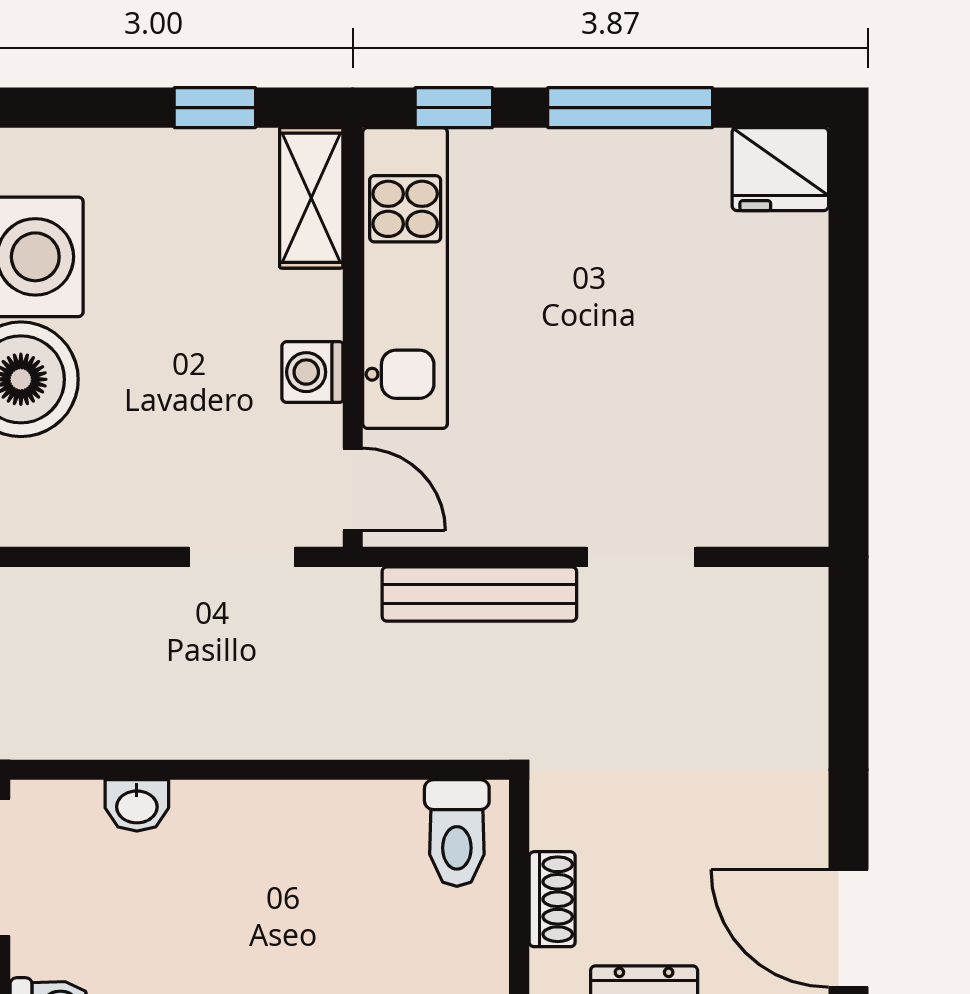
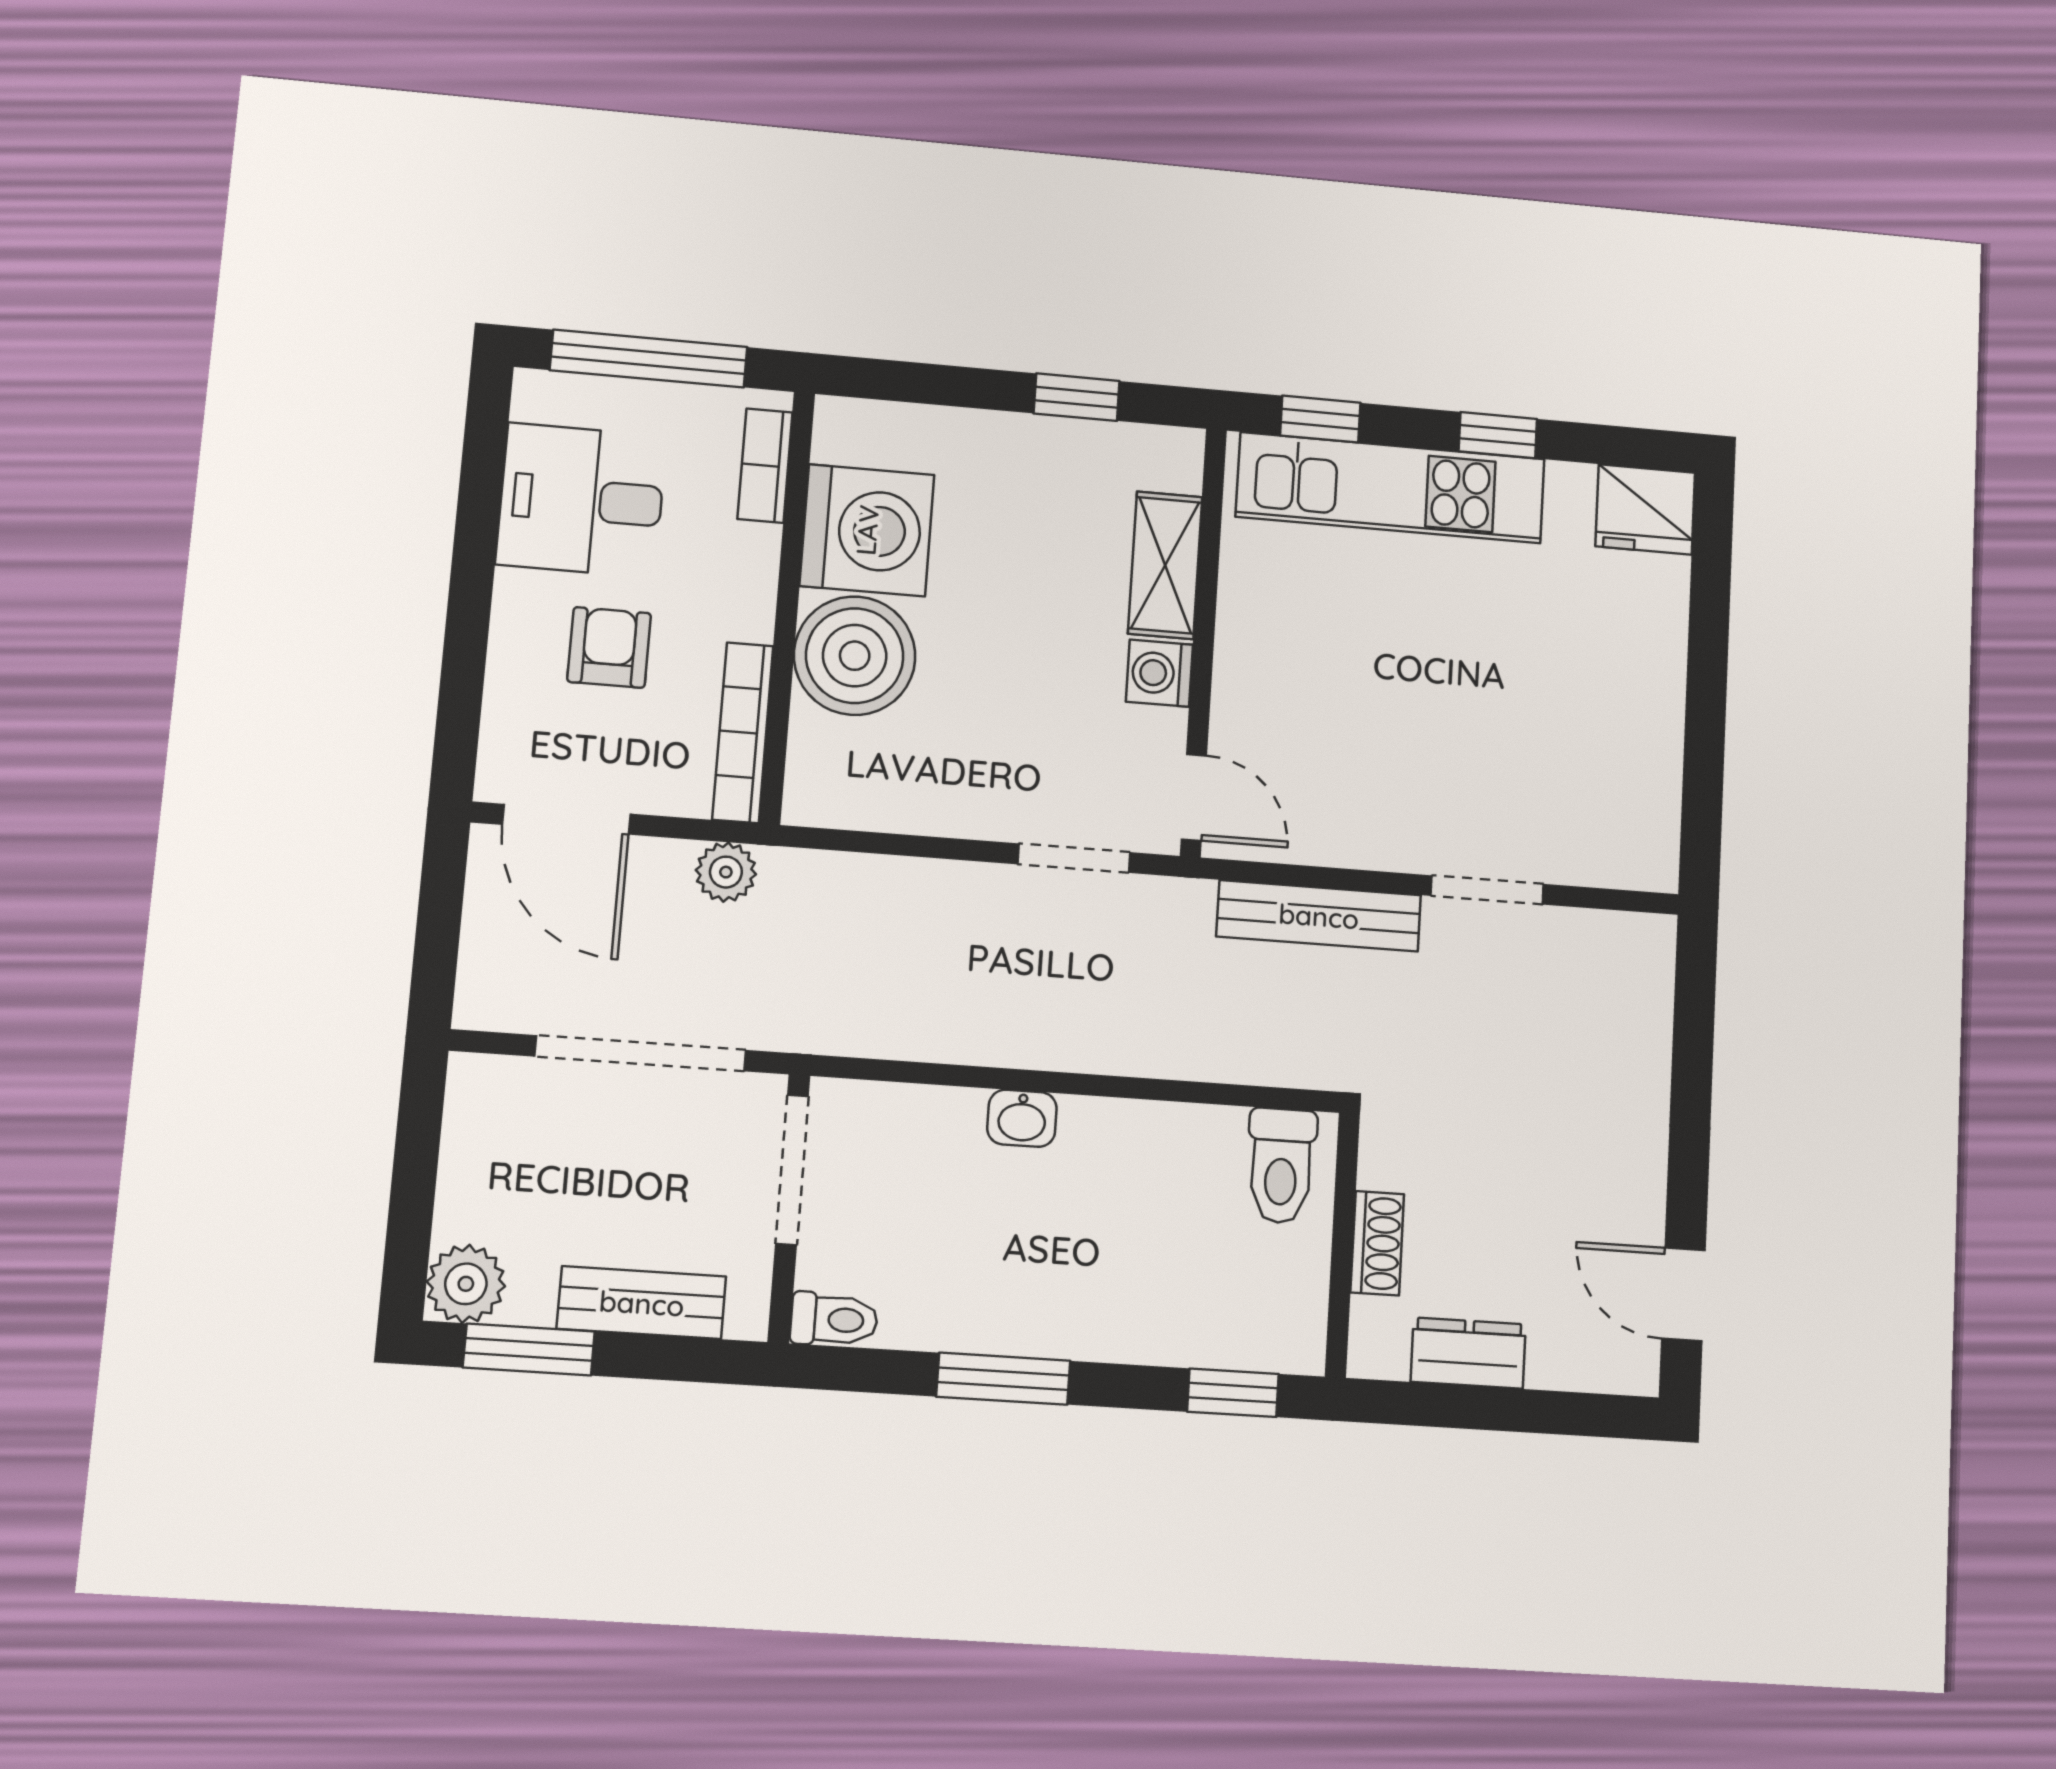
window: (630, 108) -> (1498, 435), width x0.46
shelving: (311, 198) -> (1165, 565), moved
kitchen unit: (405, 278) -> (1391, 488), moved, turned 90
washbasin: (137, 805) -> (1022, 1118), moved
door: (848, 928) -> (1684, 1294), width x0.73

